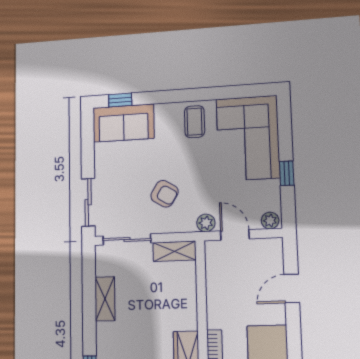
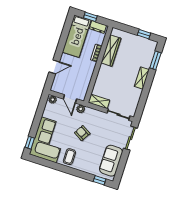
sofa: (123, 123) -> (111, 161), moved, turned -90
window: (287, 173) -> (30, 143), moved
armchair: (164, 194) -> (82, 133), moved
shelving: (105, 299) -> (142, 78), moved

